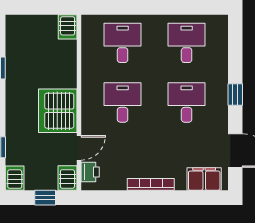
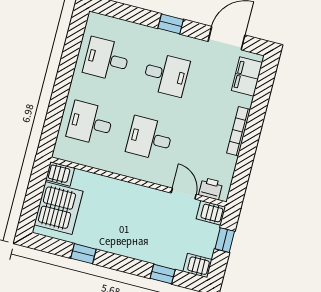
desk: (187, 102) -> (166, 74), turned 180
server rack: (58, 111) -> (59, 208), moved, turned -90

